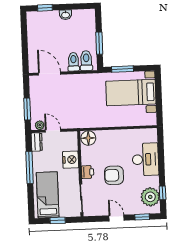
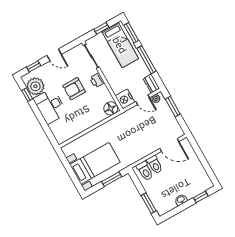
window: (99, 43) -> (149, 203), moved
desk: (145, 159) -> (50, 106), moved
nightstand: (71, 160) -> (125, 99), moved
armchair: (114, 175) -> (74, 89), turned 180
window: (31, 201) -> (131, 33), added

